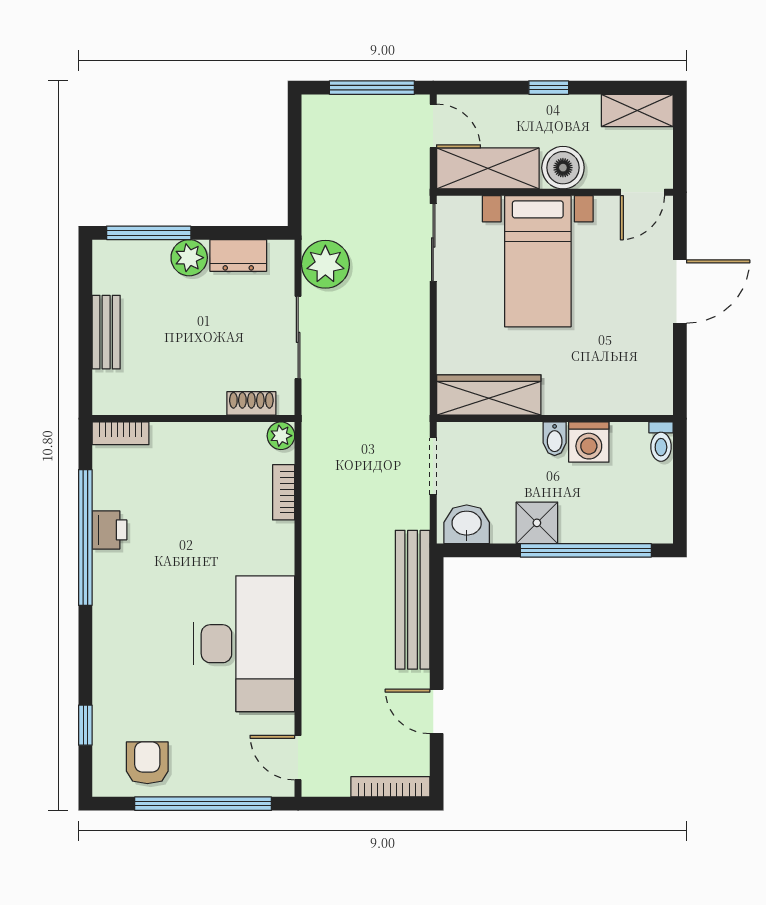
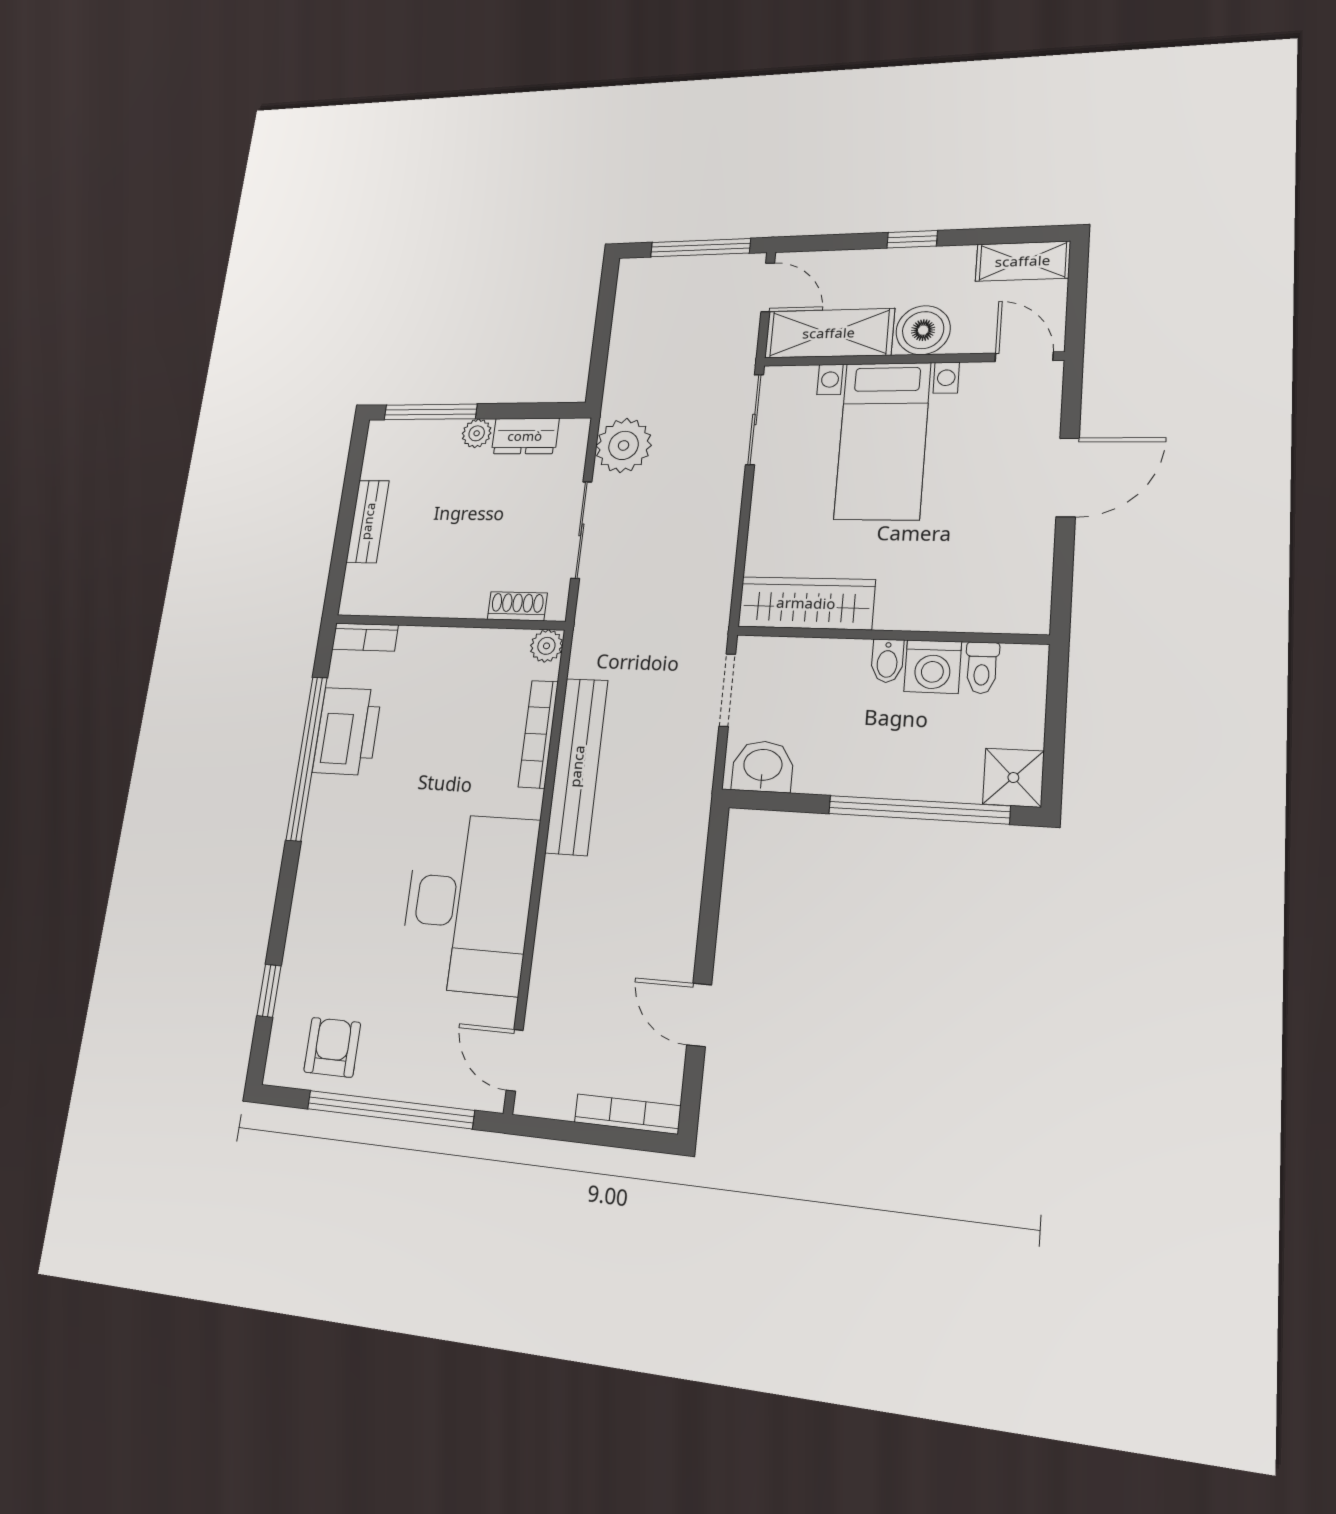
door: (642, 192) -> (1024, 357), swing flipped
plant: (189, 258) -> (477, 433), width x0.73, depth x0.73
toilet: (661, 442) -> (982, 668), moved
bookcase: (284, 492) -> (538, 734), width x1.56
shower: (537, 523) -> (1013, 778), moved
printer: (109, 530) -> (347, 731), width x1.87, depth x1.48
bench: (413, 600) -> (577, 766), moved

